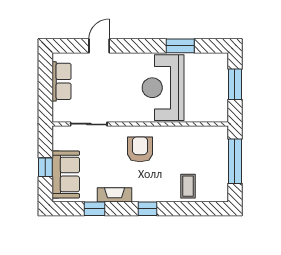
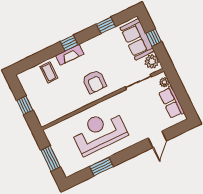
reception desk: (163, 88) -> (99, 132), turned -90
plant: (58, 109) -> (164, 82), added
plant: (61, 140) -> (152, 61), added
window: (235, 161) -> (25, 105), width x0.46
fireplace: (114, 195) -> (70, 55), moved

